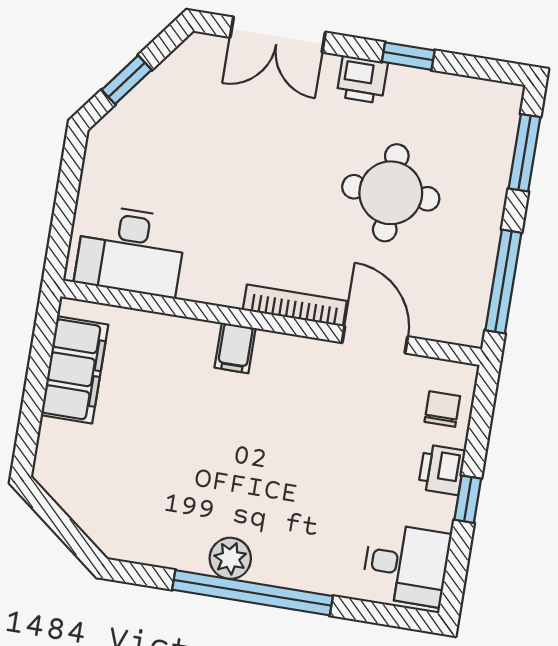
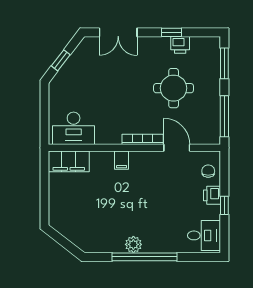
printer: (362, 80) -> (180, 45), moved
filing cabinet: (75, 370) -> (69, 161), moved, turned 90

